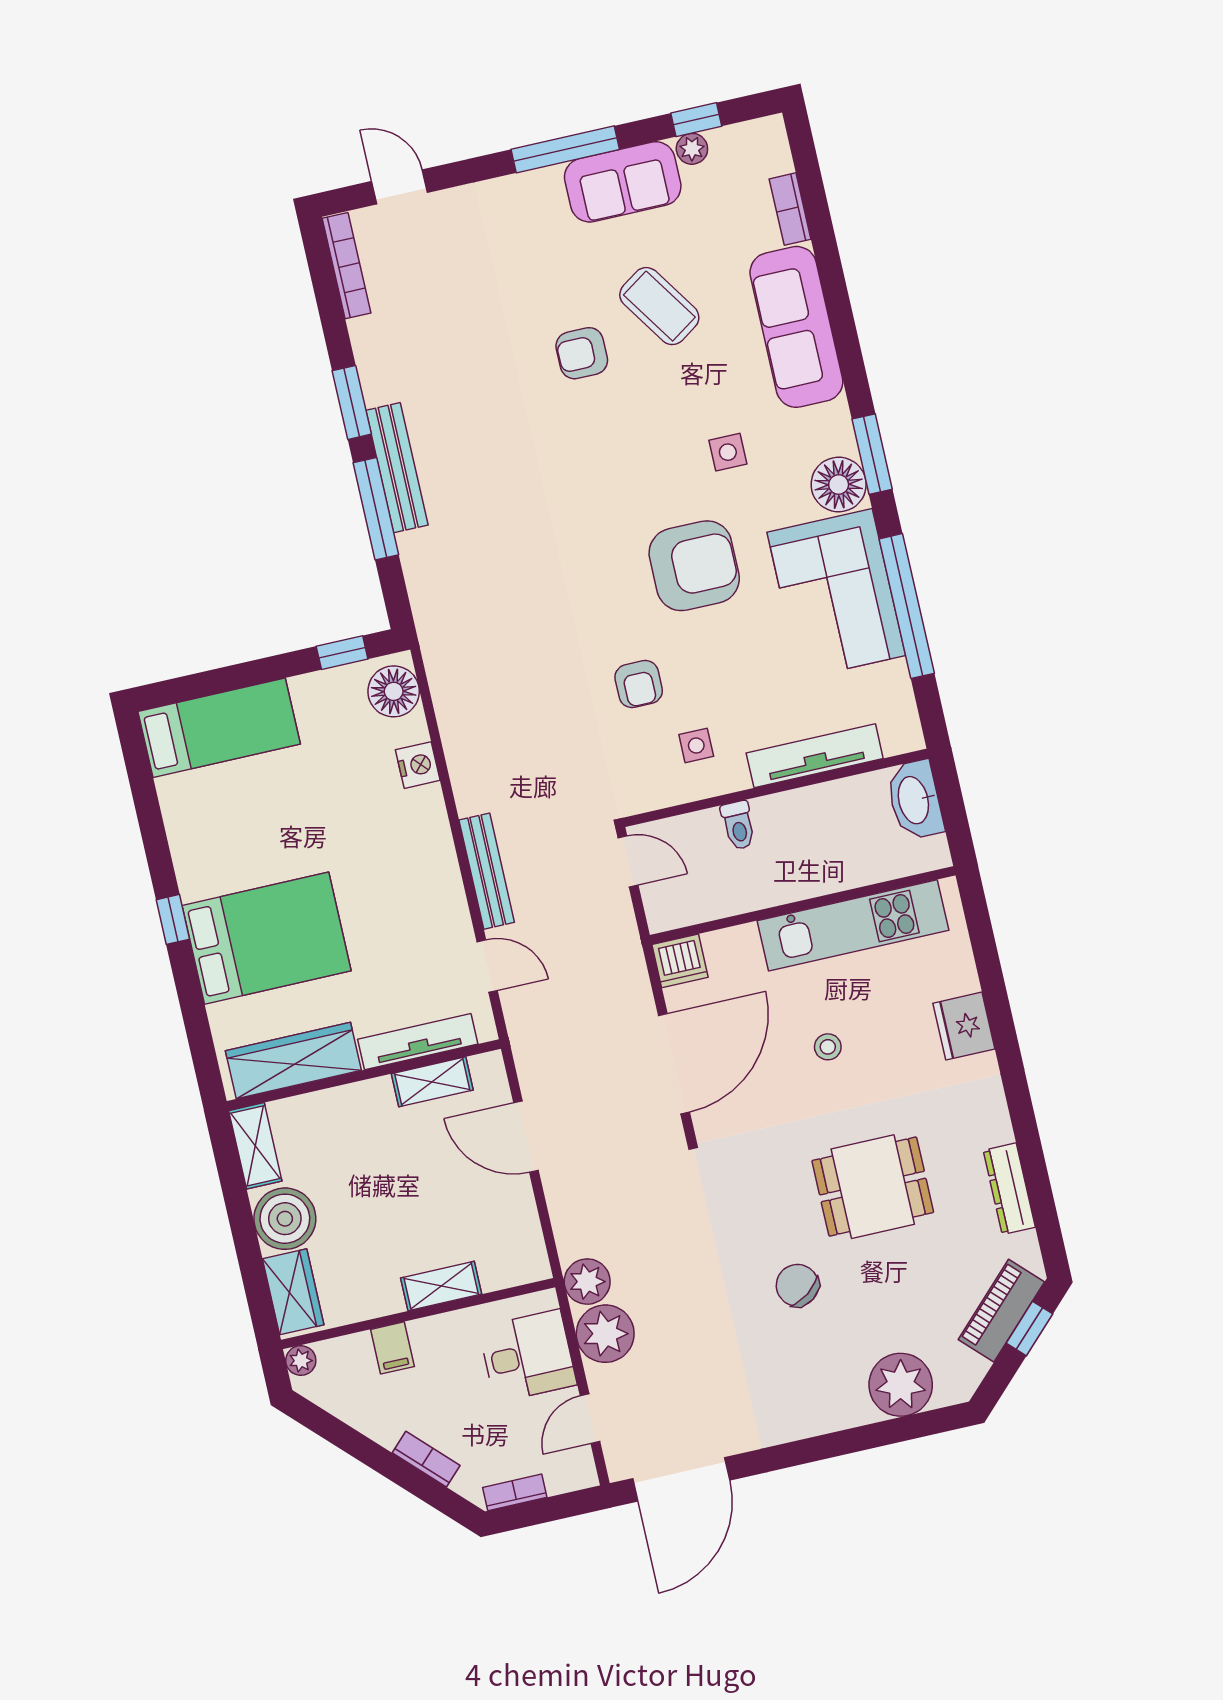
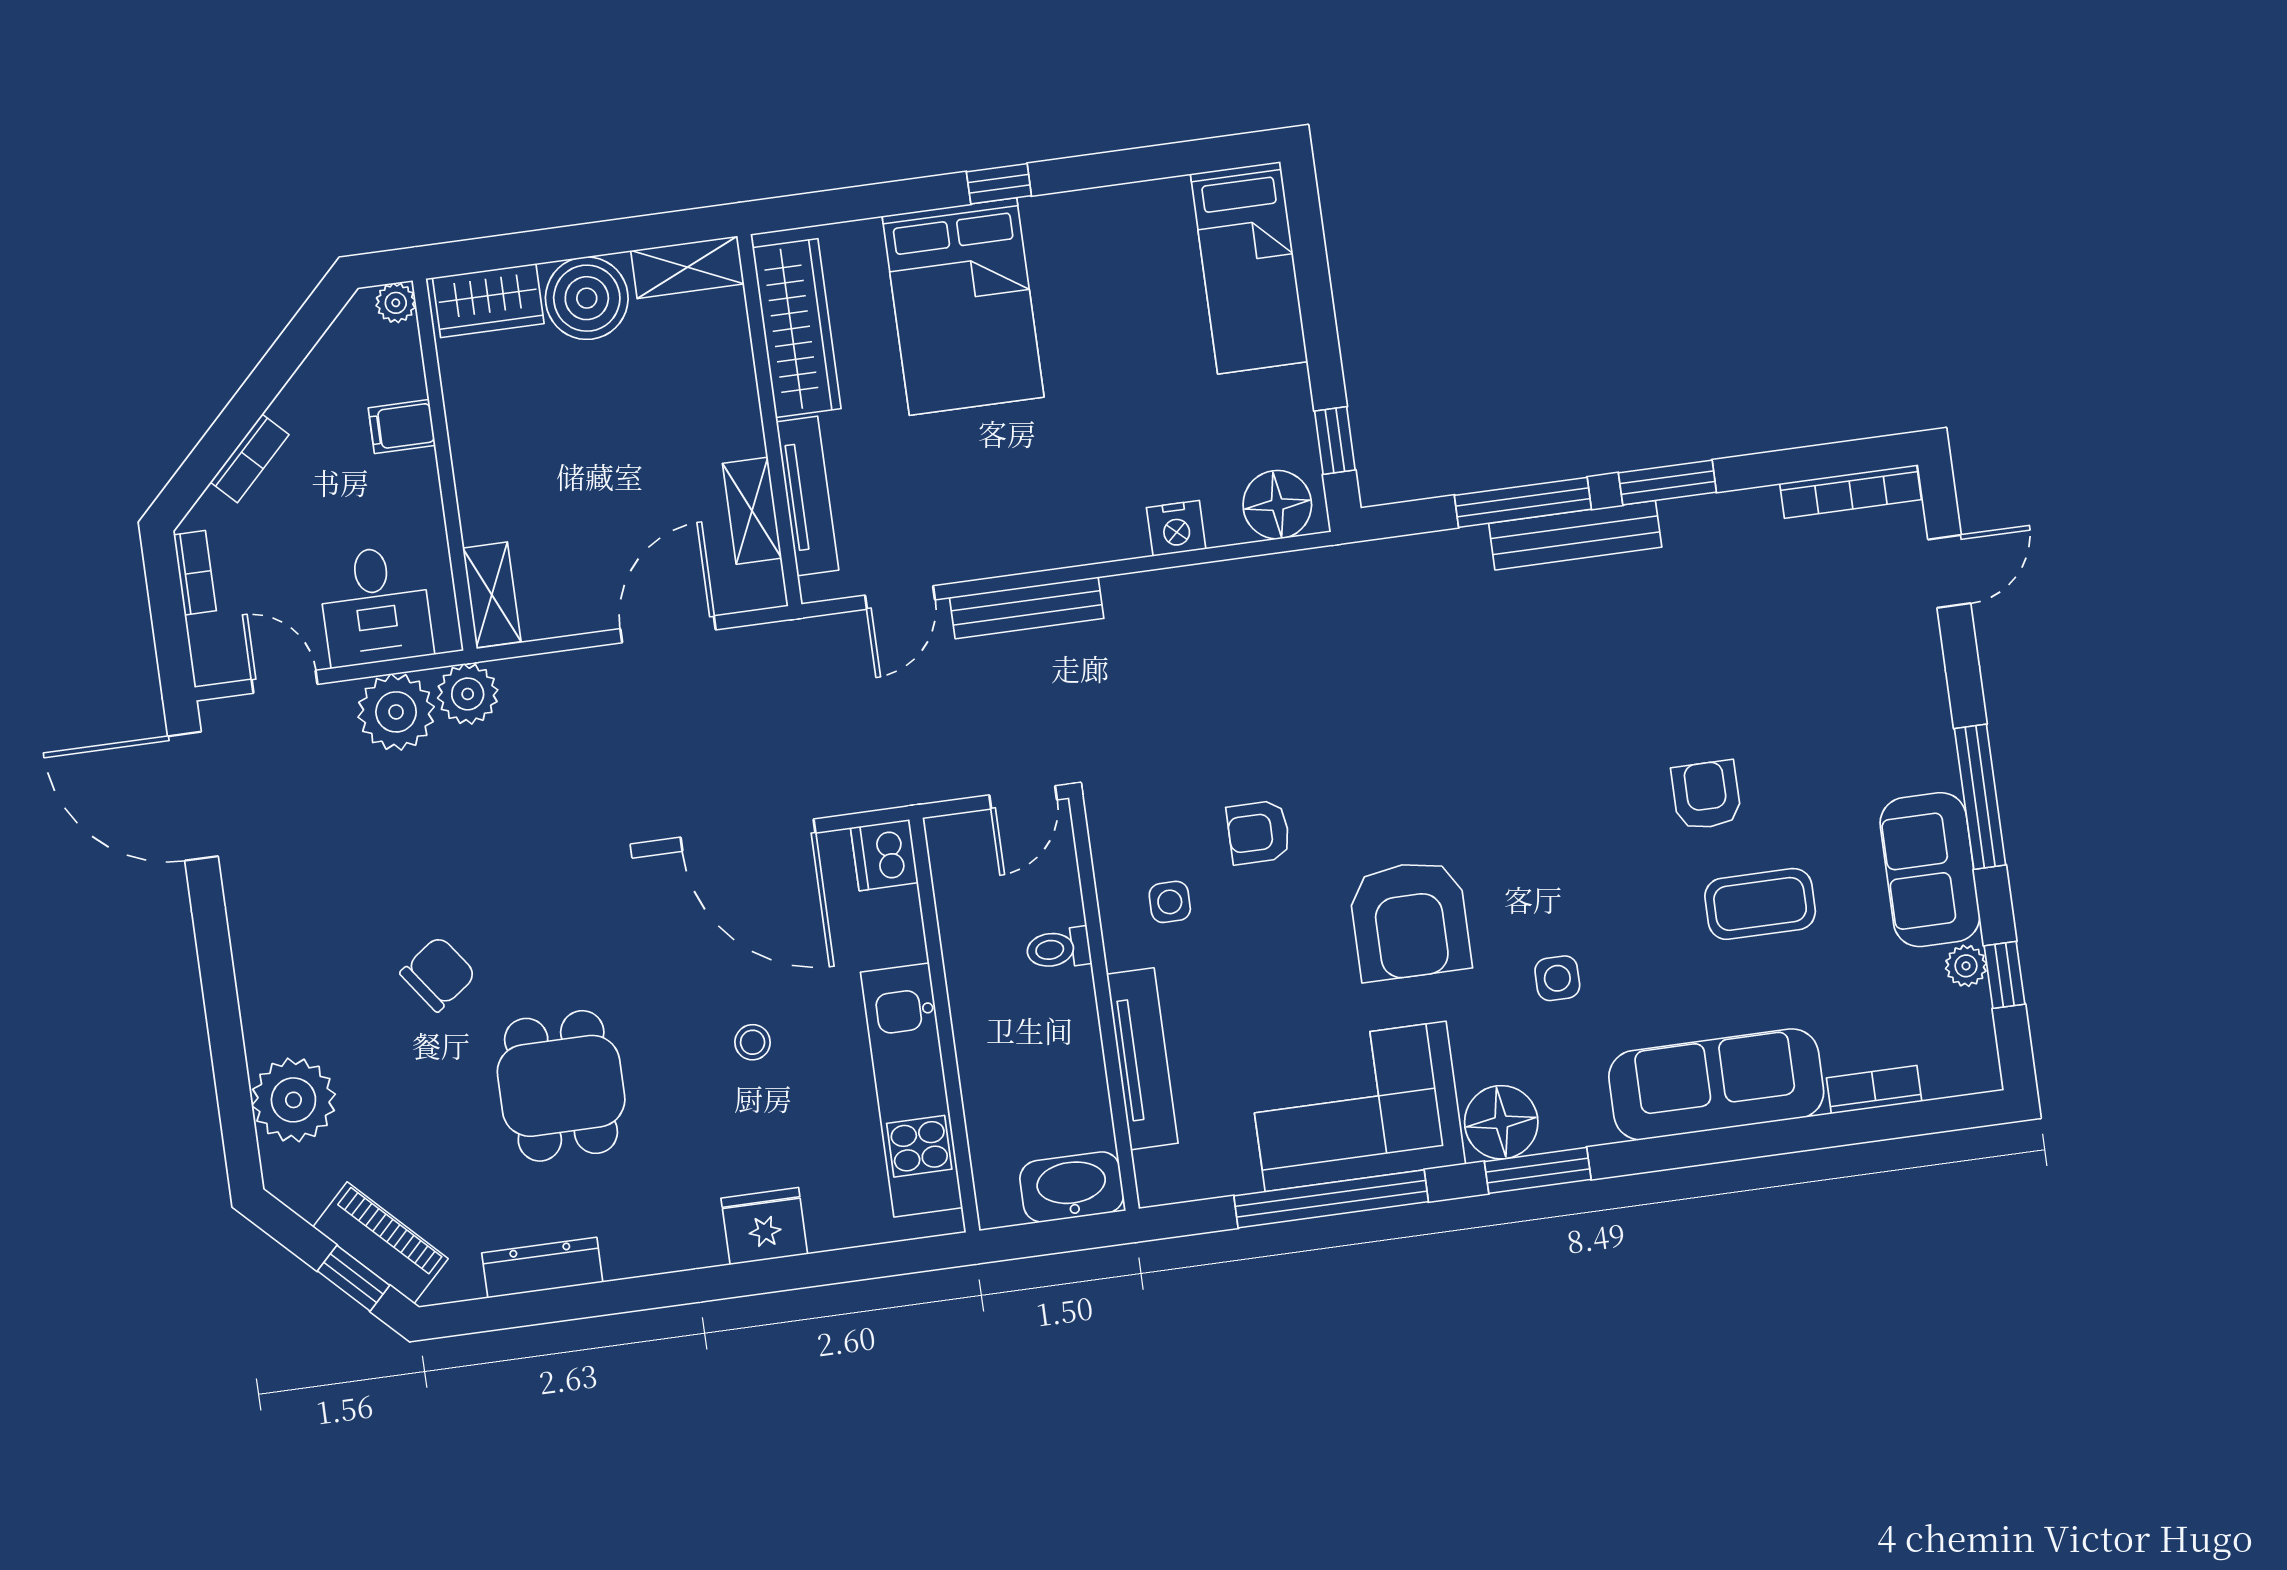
coffee table: (659, 306) -> (1760, 904), turned 34
shelving: (441, 1286) -> (492, 595), moved

